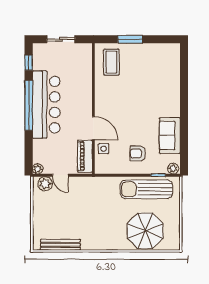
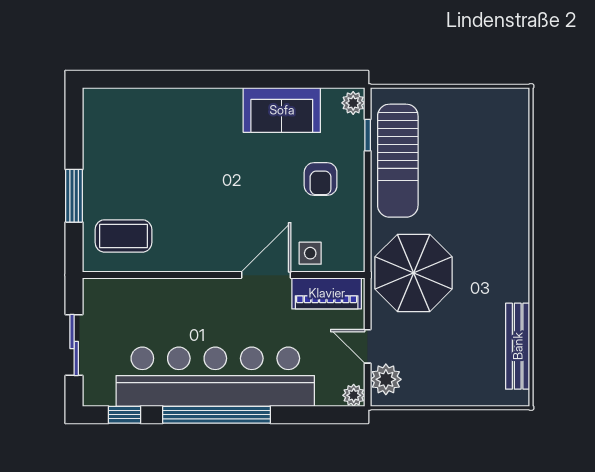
bar counter: (46, 105) -> (215, 377), width x1.36
door: (60, 175) -> (368, 346), swing flipped
parasol: (145, 231) -> (414, 273), moved

